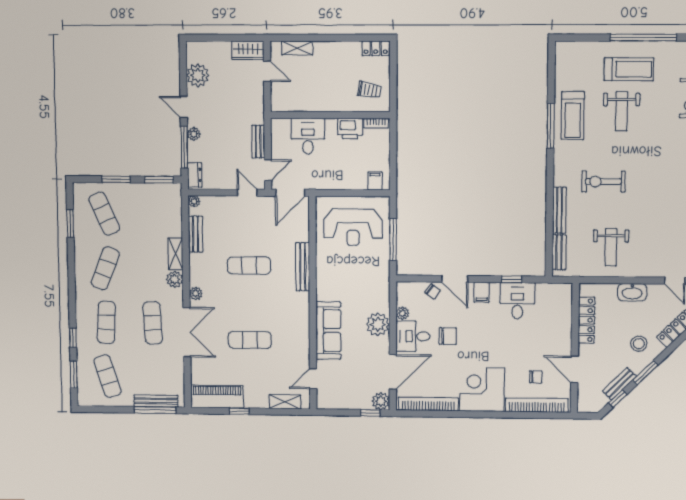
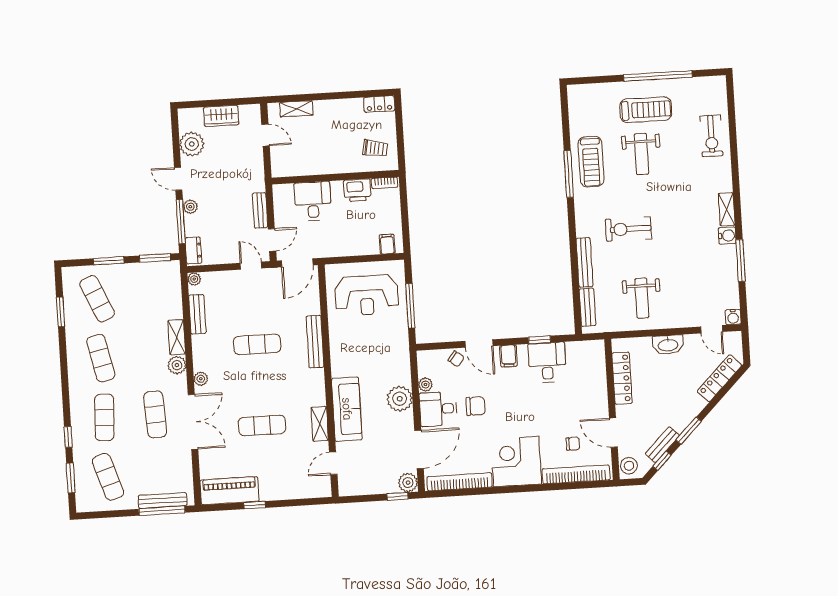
wardrobe: (248, 50) -> (221, 116), moved
exercise mat: (105, 268) -> (101, 358), turned -33
stool: (639, 344) -> (629, 466), moved
shelving: (285, 402) -> (320, 424), moved, turned 90

